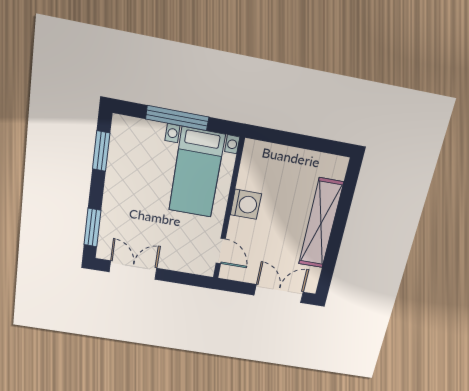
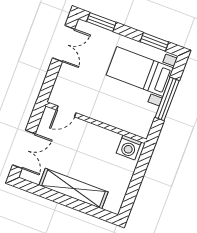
bed with nightstands: (197, 173) -> (140, 72), moved
washing machine: (246, 204) -> (129, 147), moved

